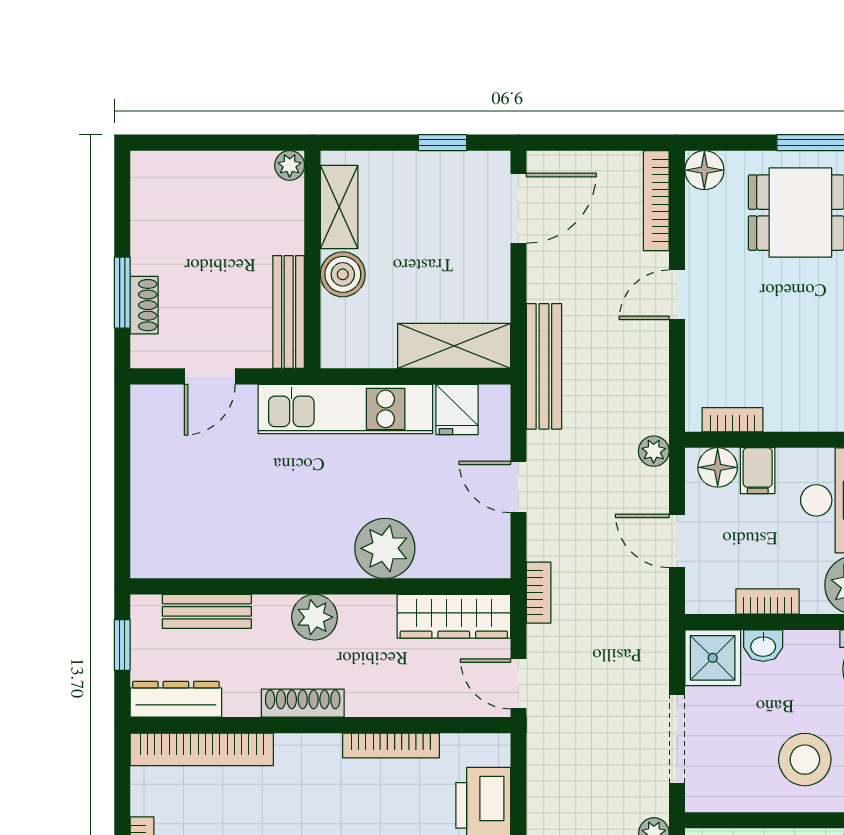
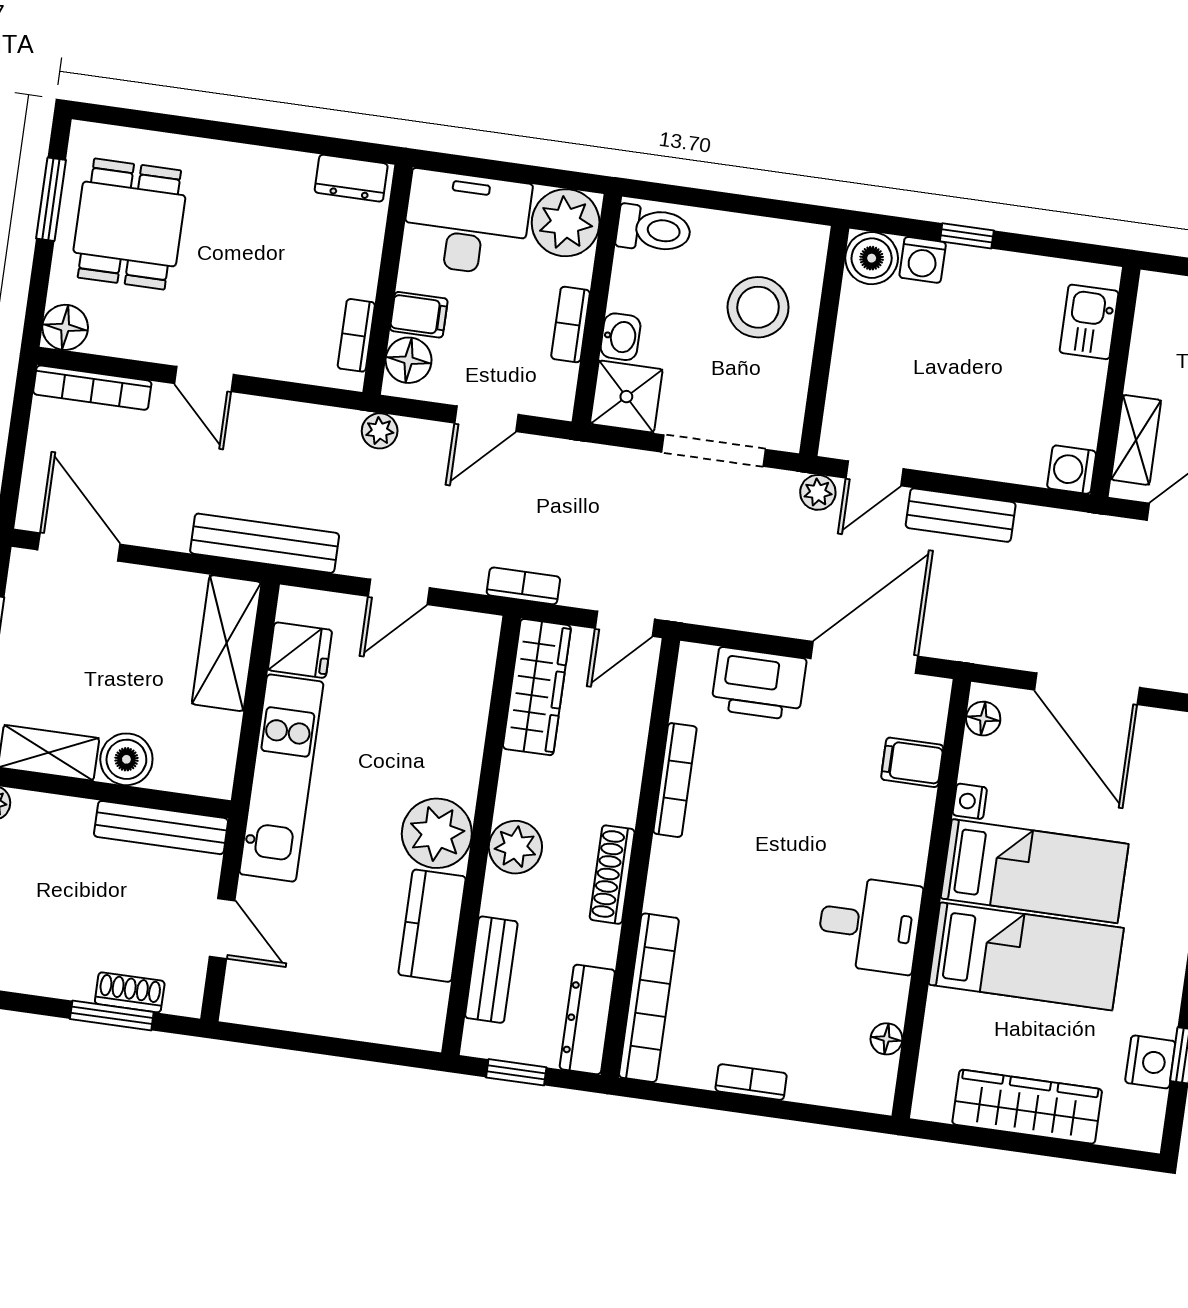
plant: (385, 548) -> (437, 833), moved
kitchen counter: (237, 555) -> (432, 926), added

